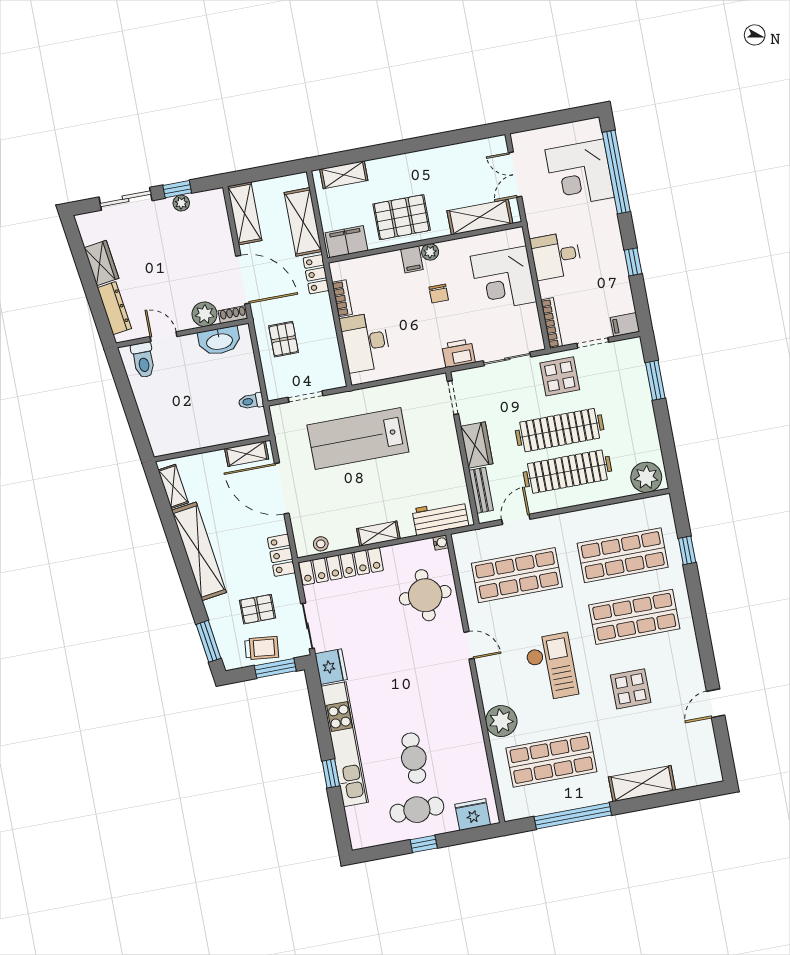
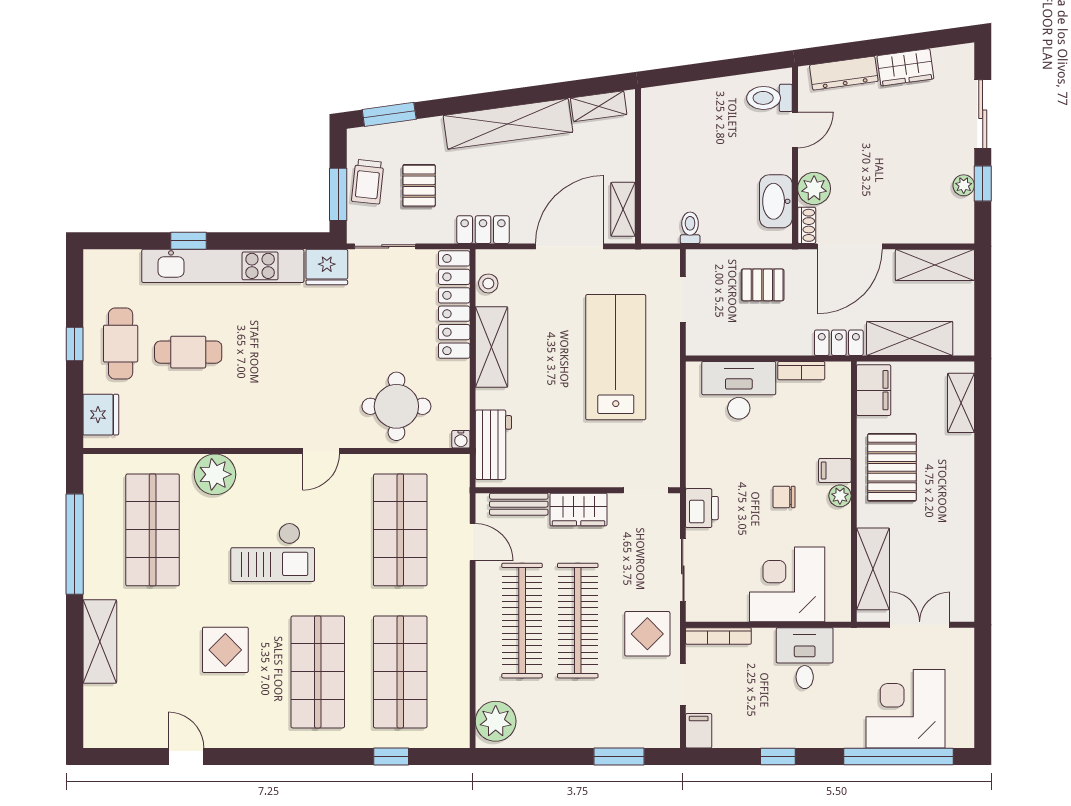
shelving: (378, 534) -> (492, 347), width x1.50, depth x1.33

